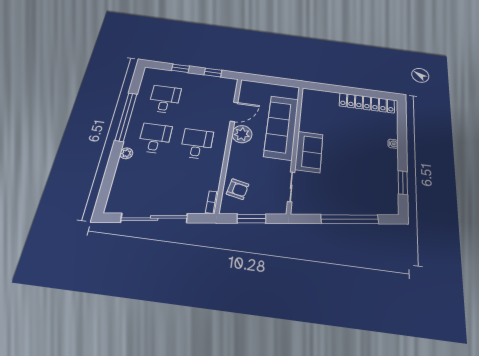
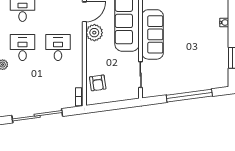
sofa: (309, 152) -> (153, 34), width x1.36
armchair: (238, 189) -> (98, 83), turned 70
window: (252, 219) -> (112, 106), removed

